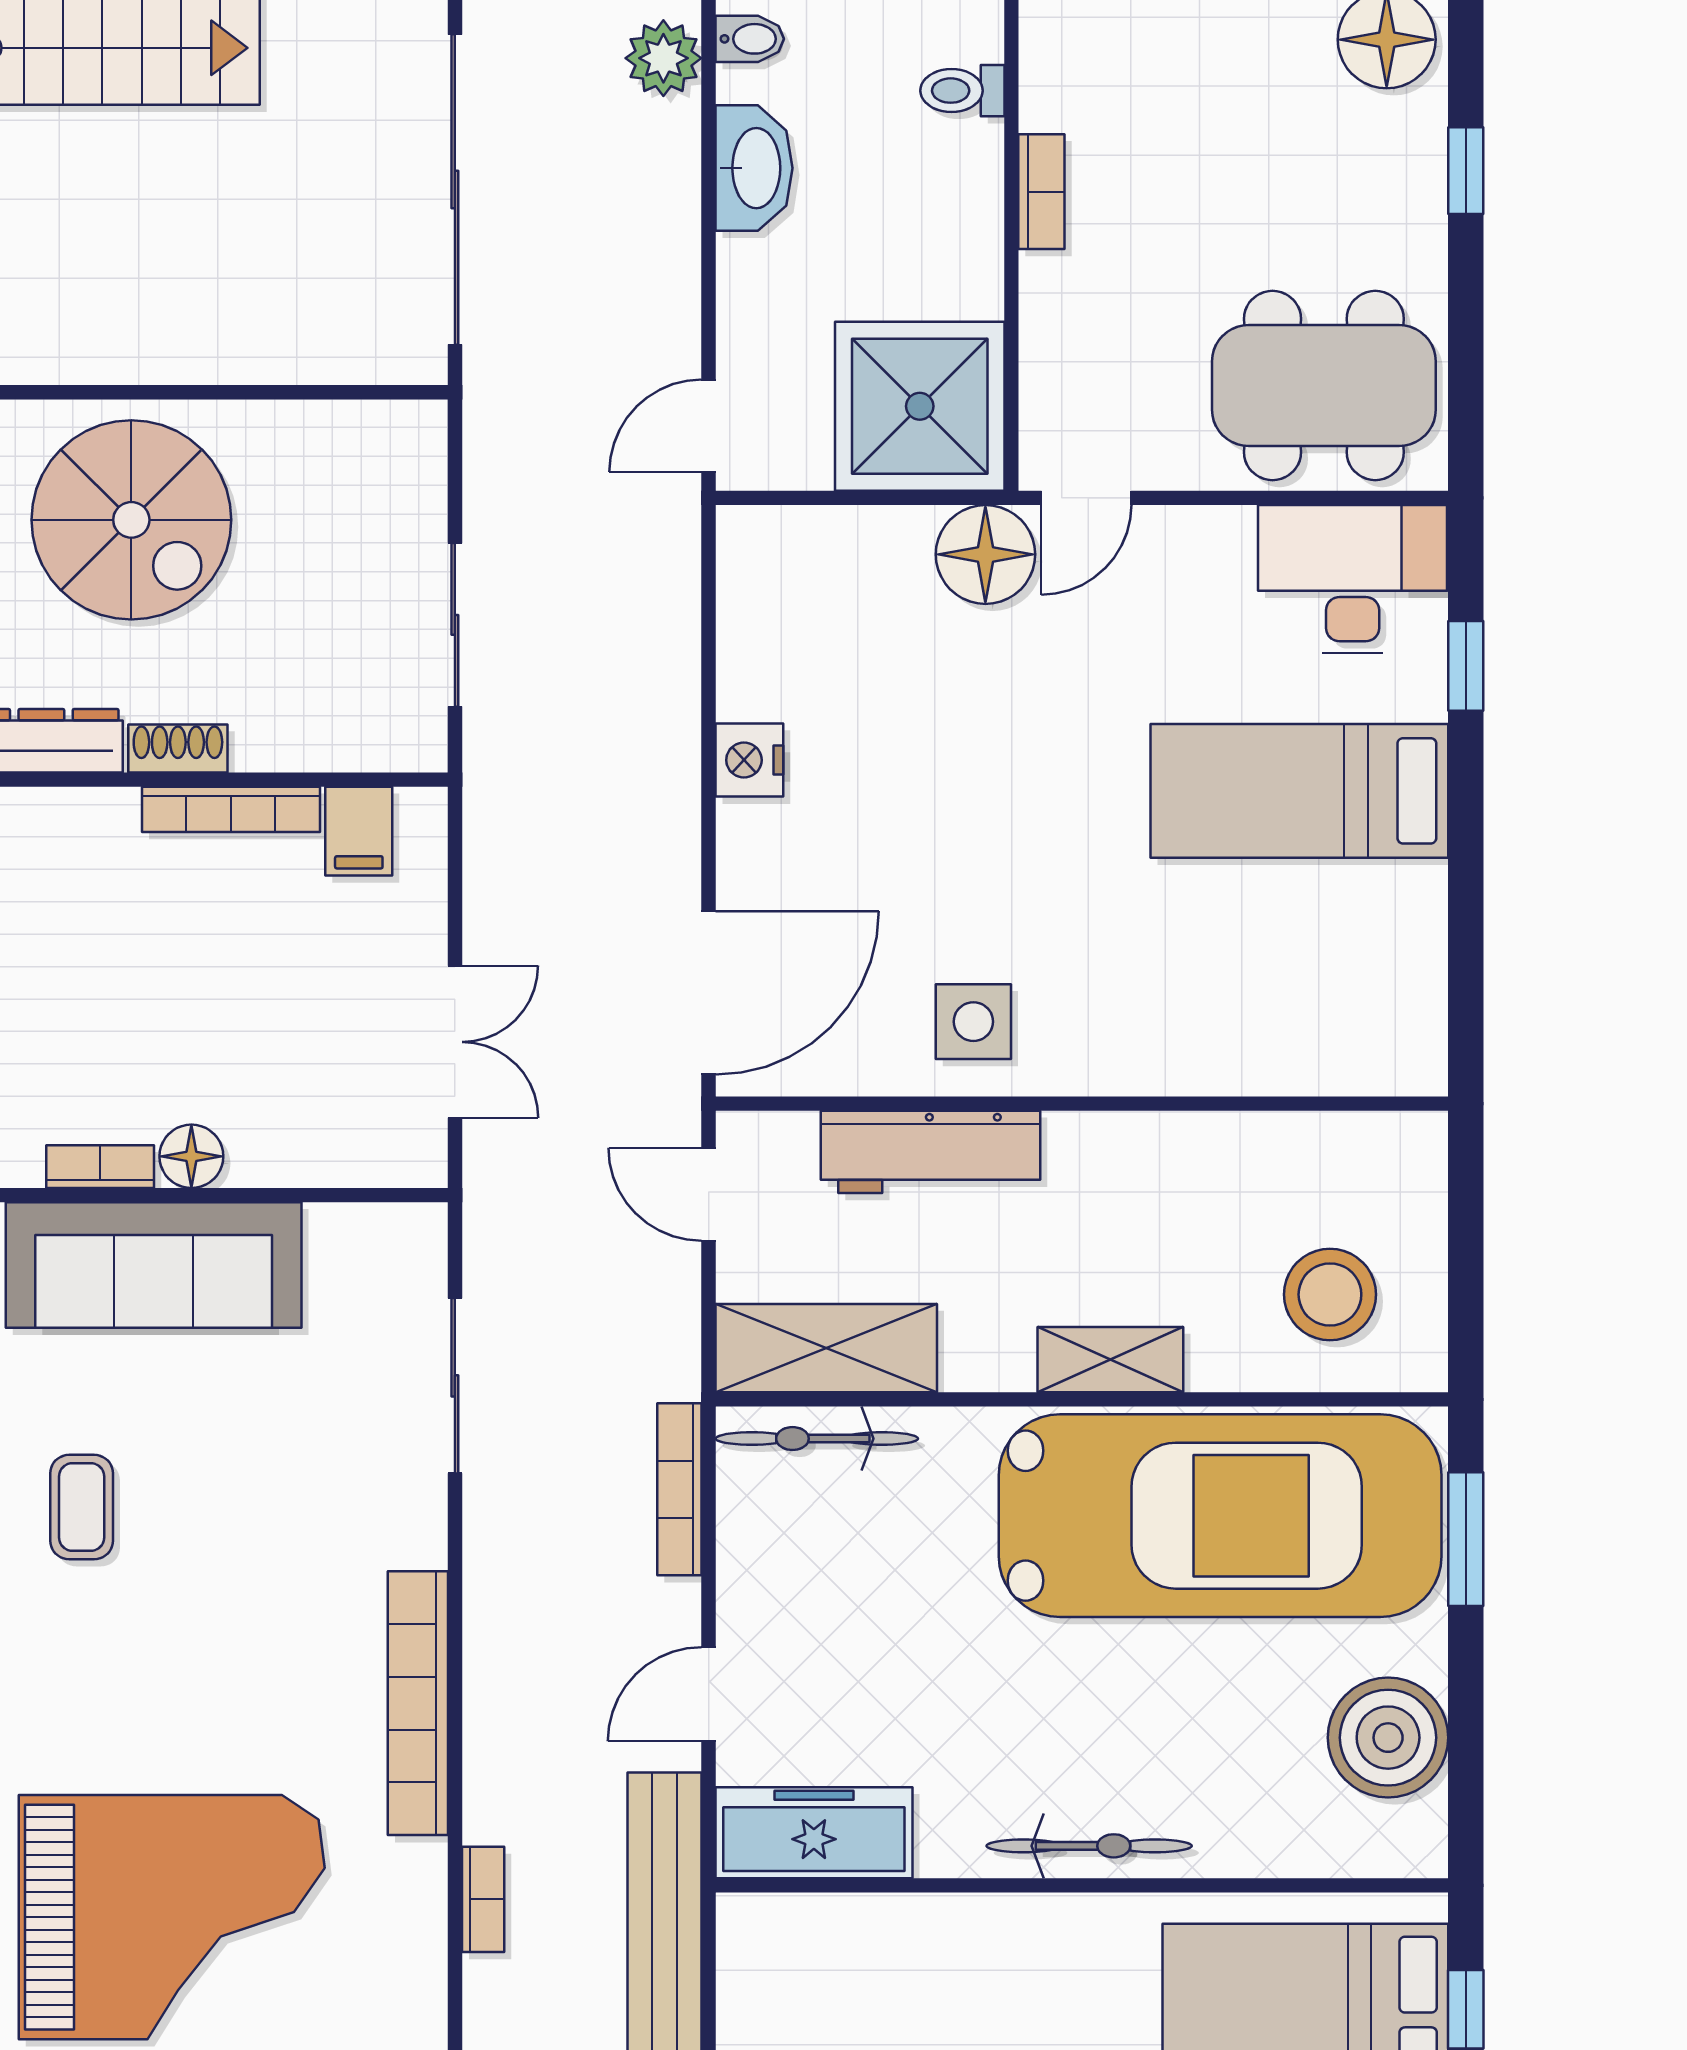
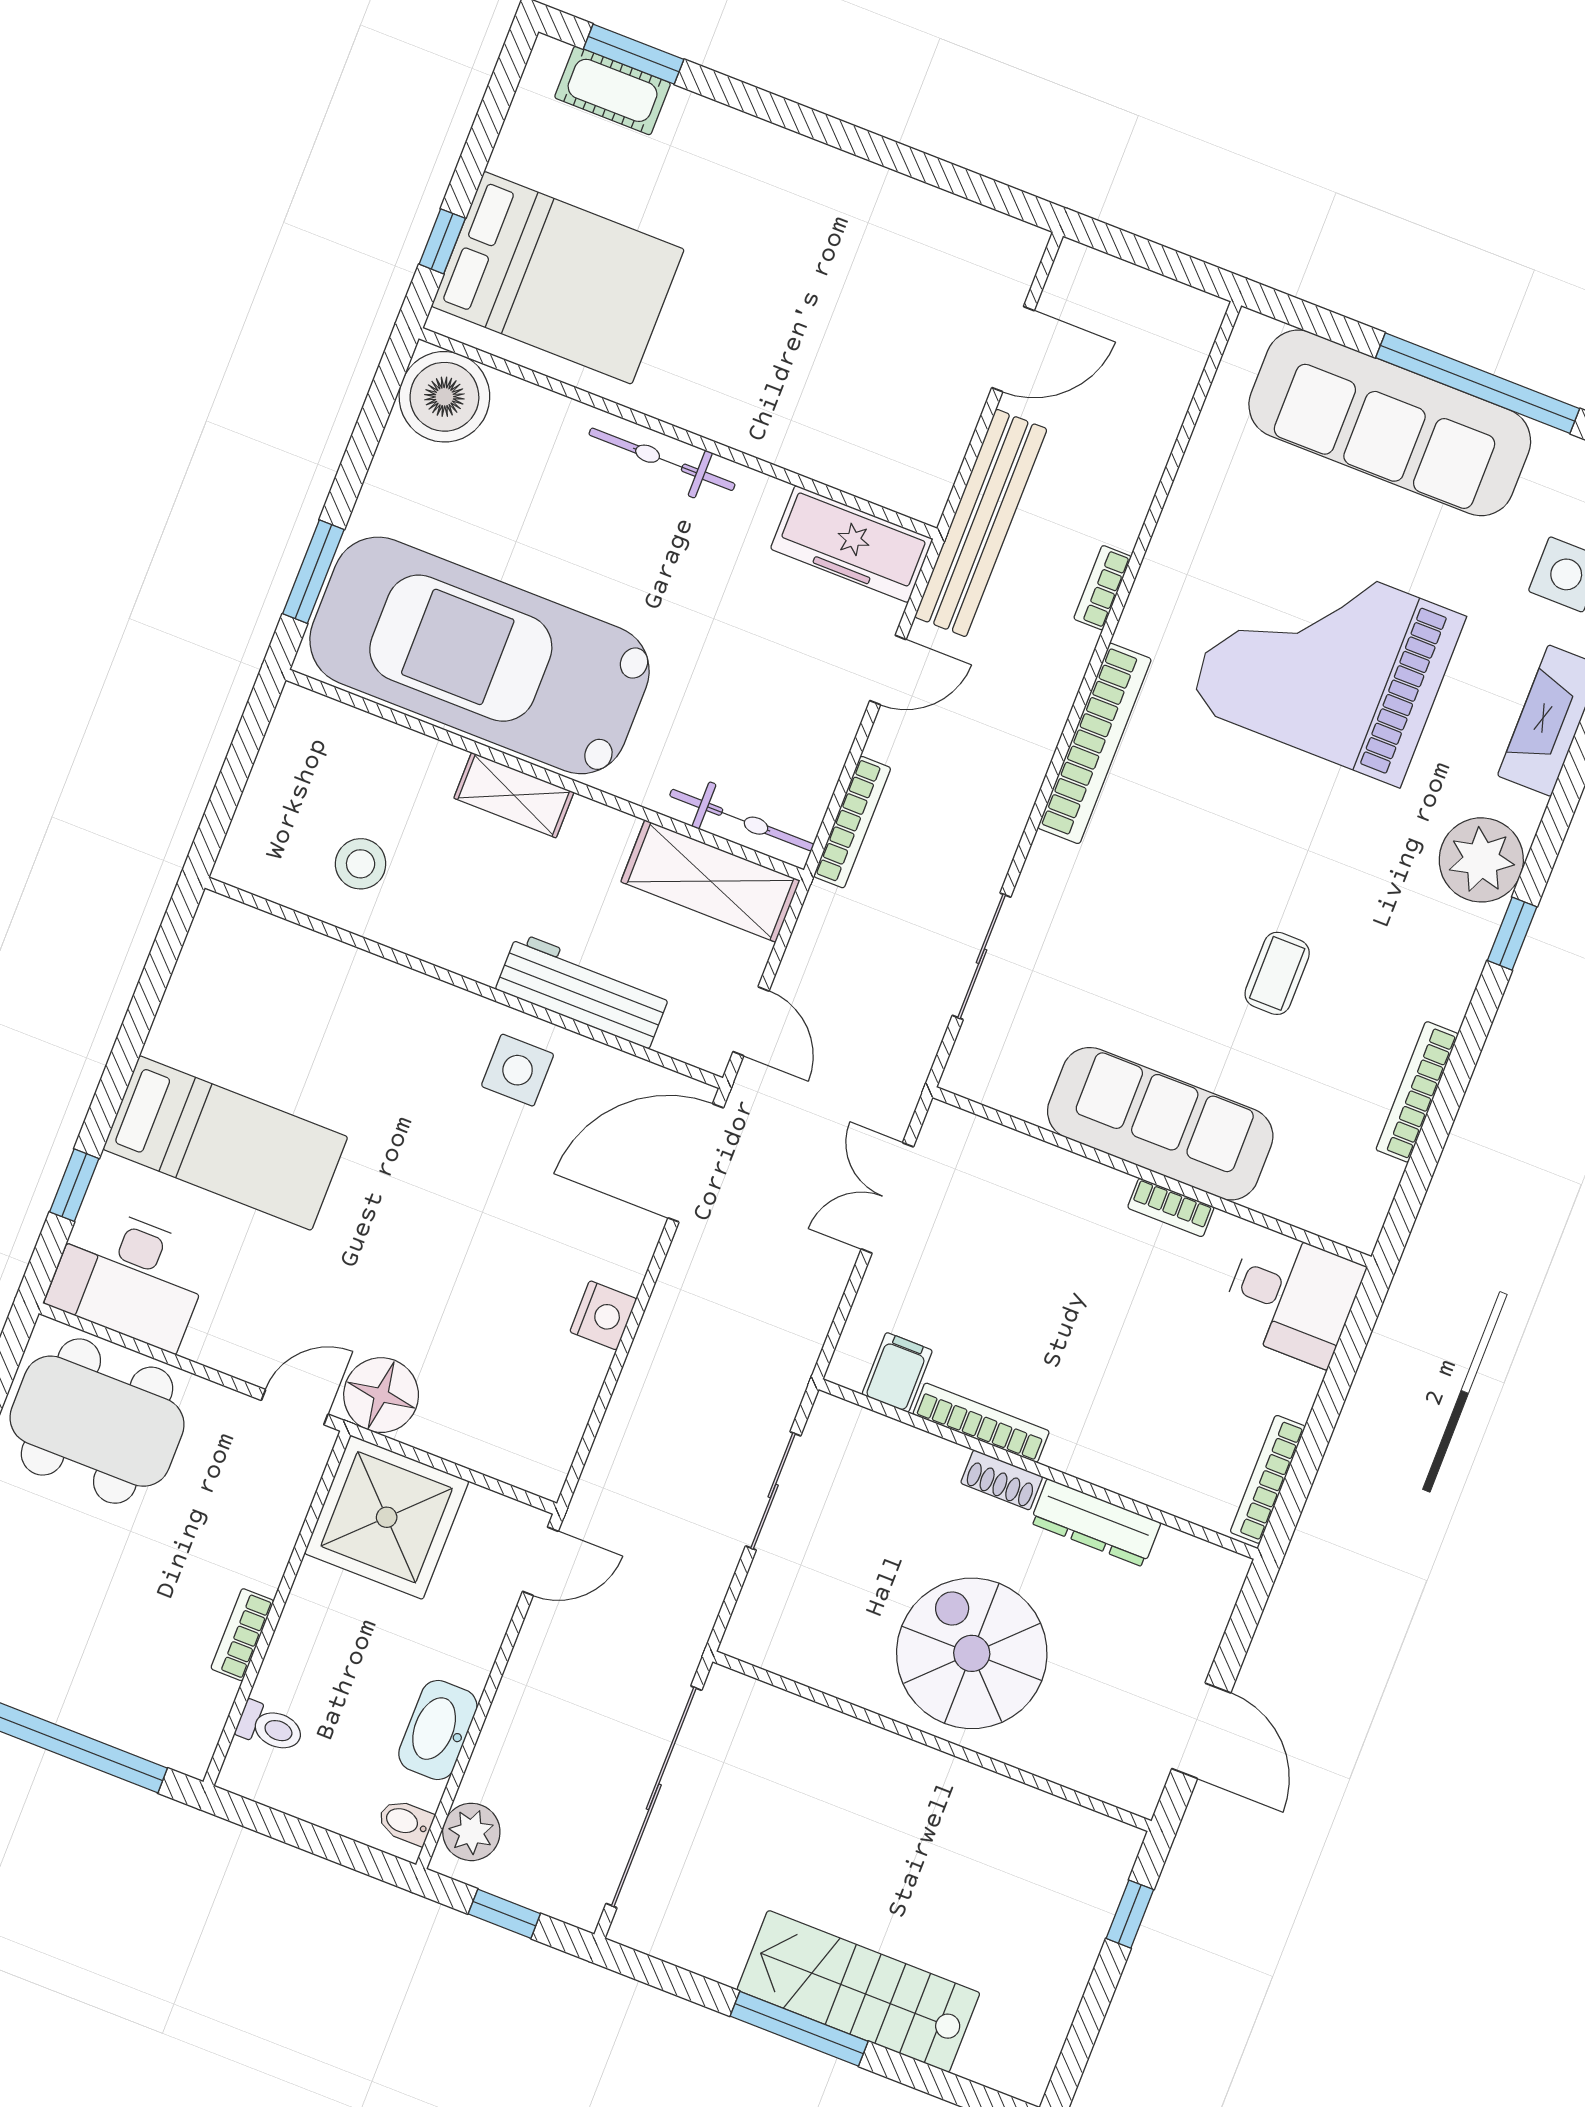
floor lamp: (191, 1156) -> (1104, 1190), removed
stool: (1330, 1294) -> (361, 864), moved, width x0.73, depth x0.73
boiler: (1388, 1738) -> (444, 397), moved

